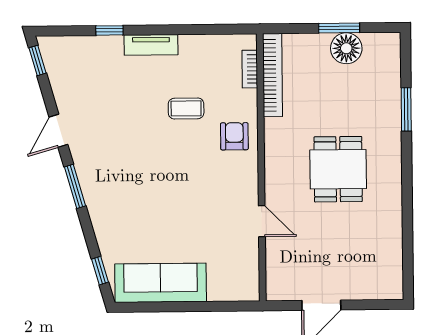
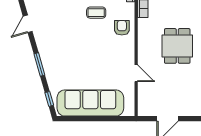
window: (75, 186) -> (39, 64), moved
sofa: (161, 283) -> (90, 103), width x1.36, depth x1.27

